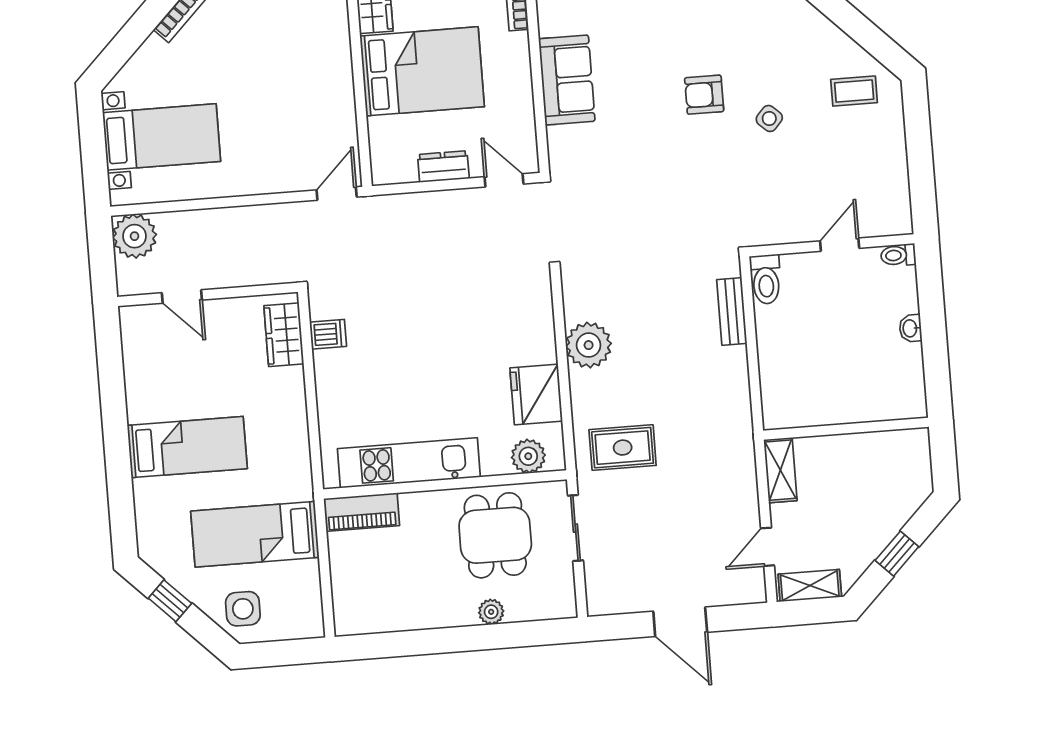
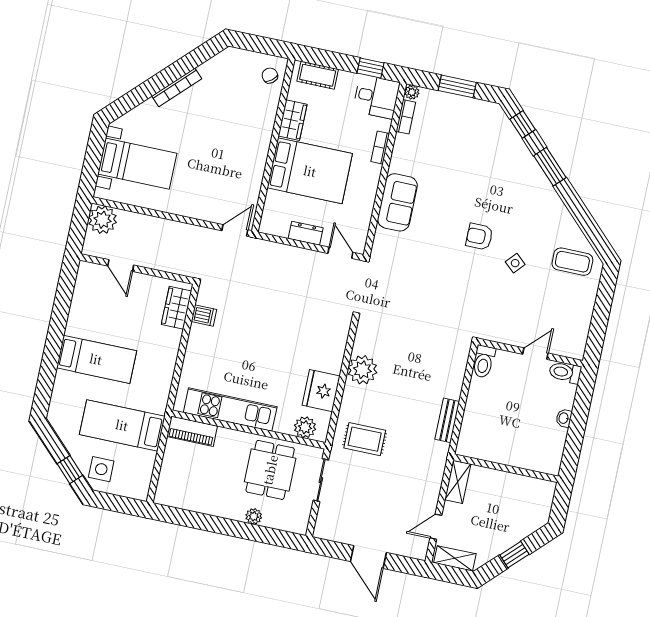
coffee table: (854, 91) -> (572, 262), width x1.36, depth x1.30
toilet: (898, 255) -> (565, 372), width x1.37, depth x1.39
bench: (732, 311) -> (447, 420), moved
window: (170, 601) -> (70, 470), moved

